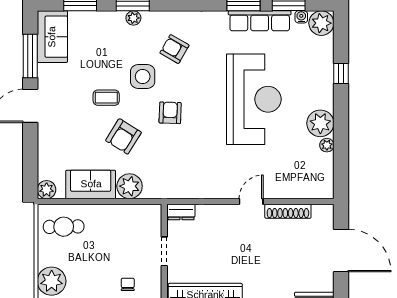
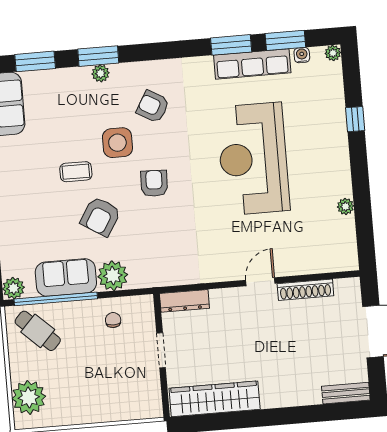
plant: (321, 23) -> (333, 53), width x0.53, depth x0.53
reception desk: (254, 99) -> (253, 159), turned 180
plant: (320, 123) -> (335, 181), removed
window: (81, 202) -> (56, 299), added
dresser: (181, 212) -> (184, 301), width x1.44
cafe table: (64, 227) -> (38, 331), turned 44
chair: (128, 284) -> (113, 320), moved

